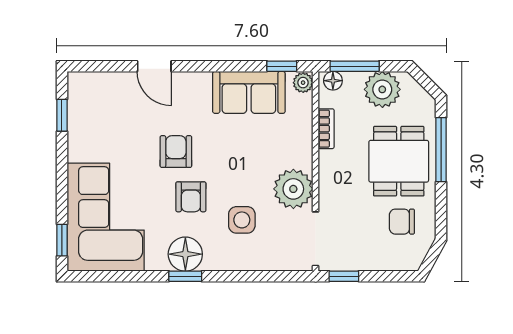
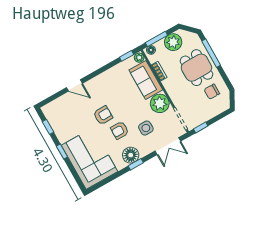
sofa: (249, 92) -> (146, 80), moved, turned 90
armchair: (176, 152) -> (103, 115), turned 89
armchair: (191, 197) -> (120, 130), turned 90
window: (62, 240) -> (62, 152), moved
double door: (264, 276) -> (168, 146), added

